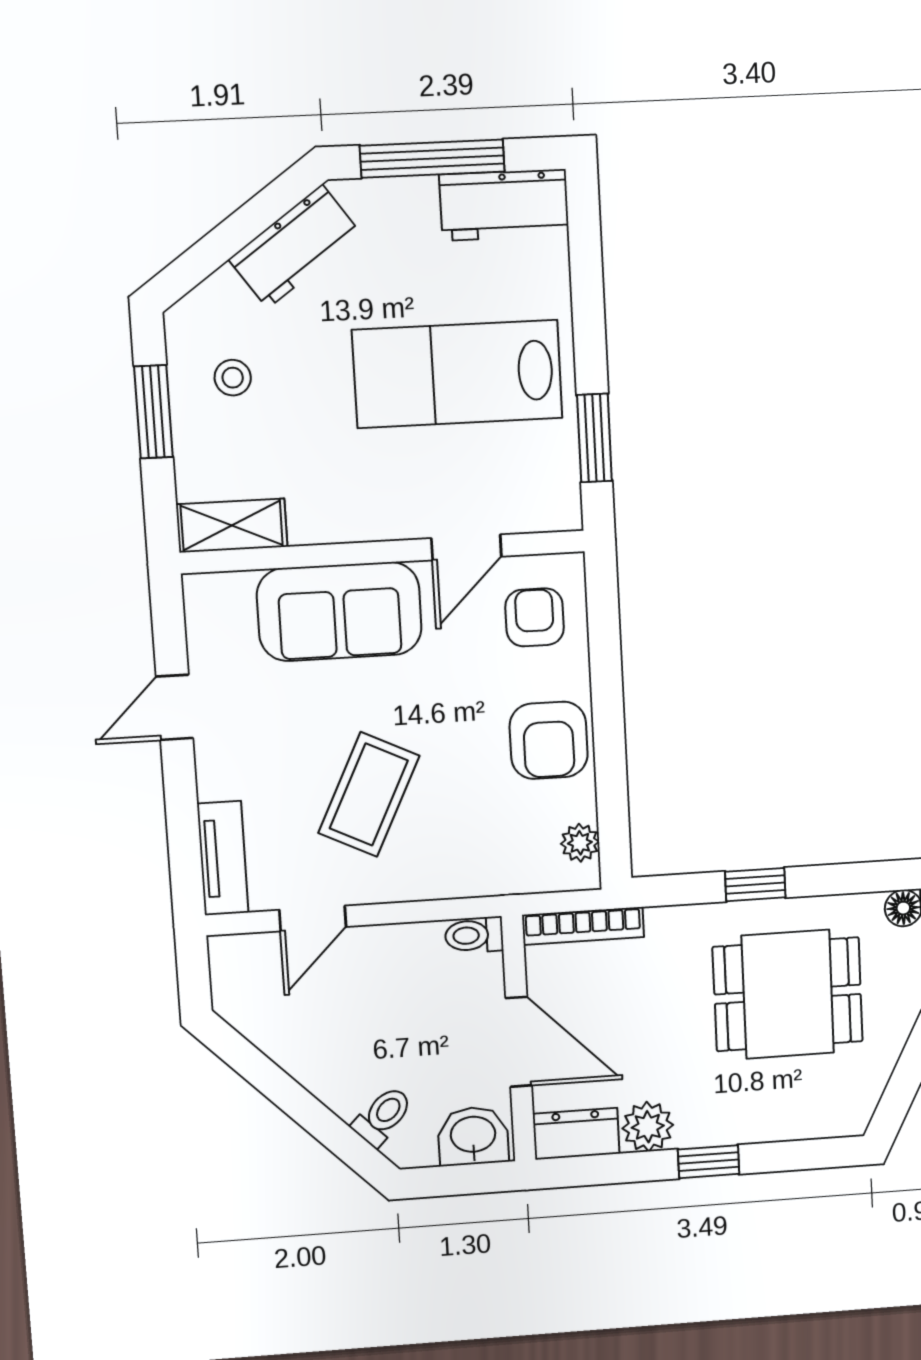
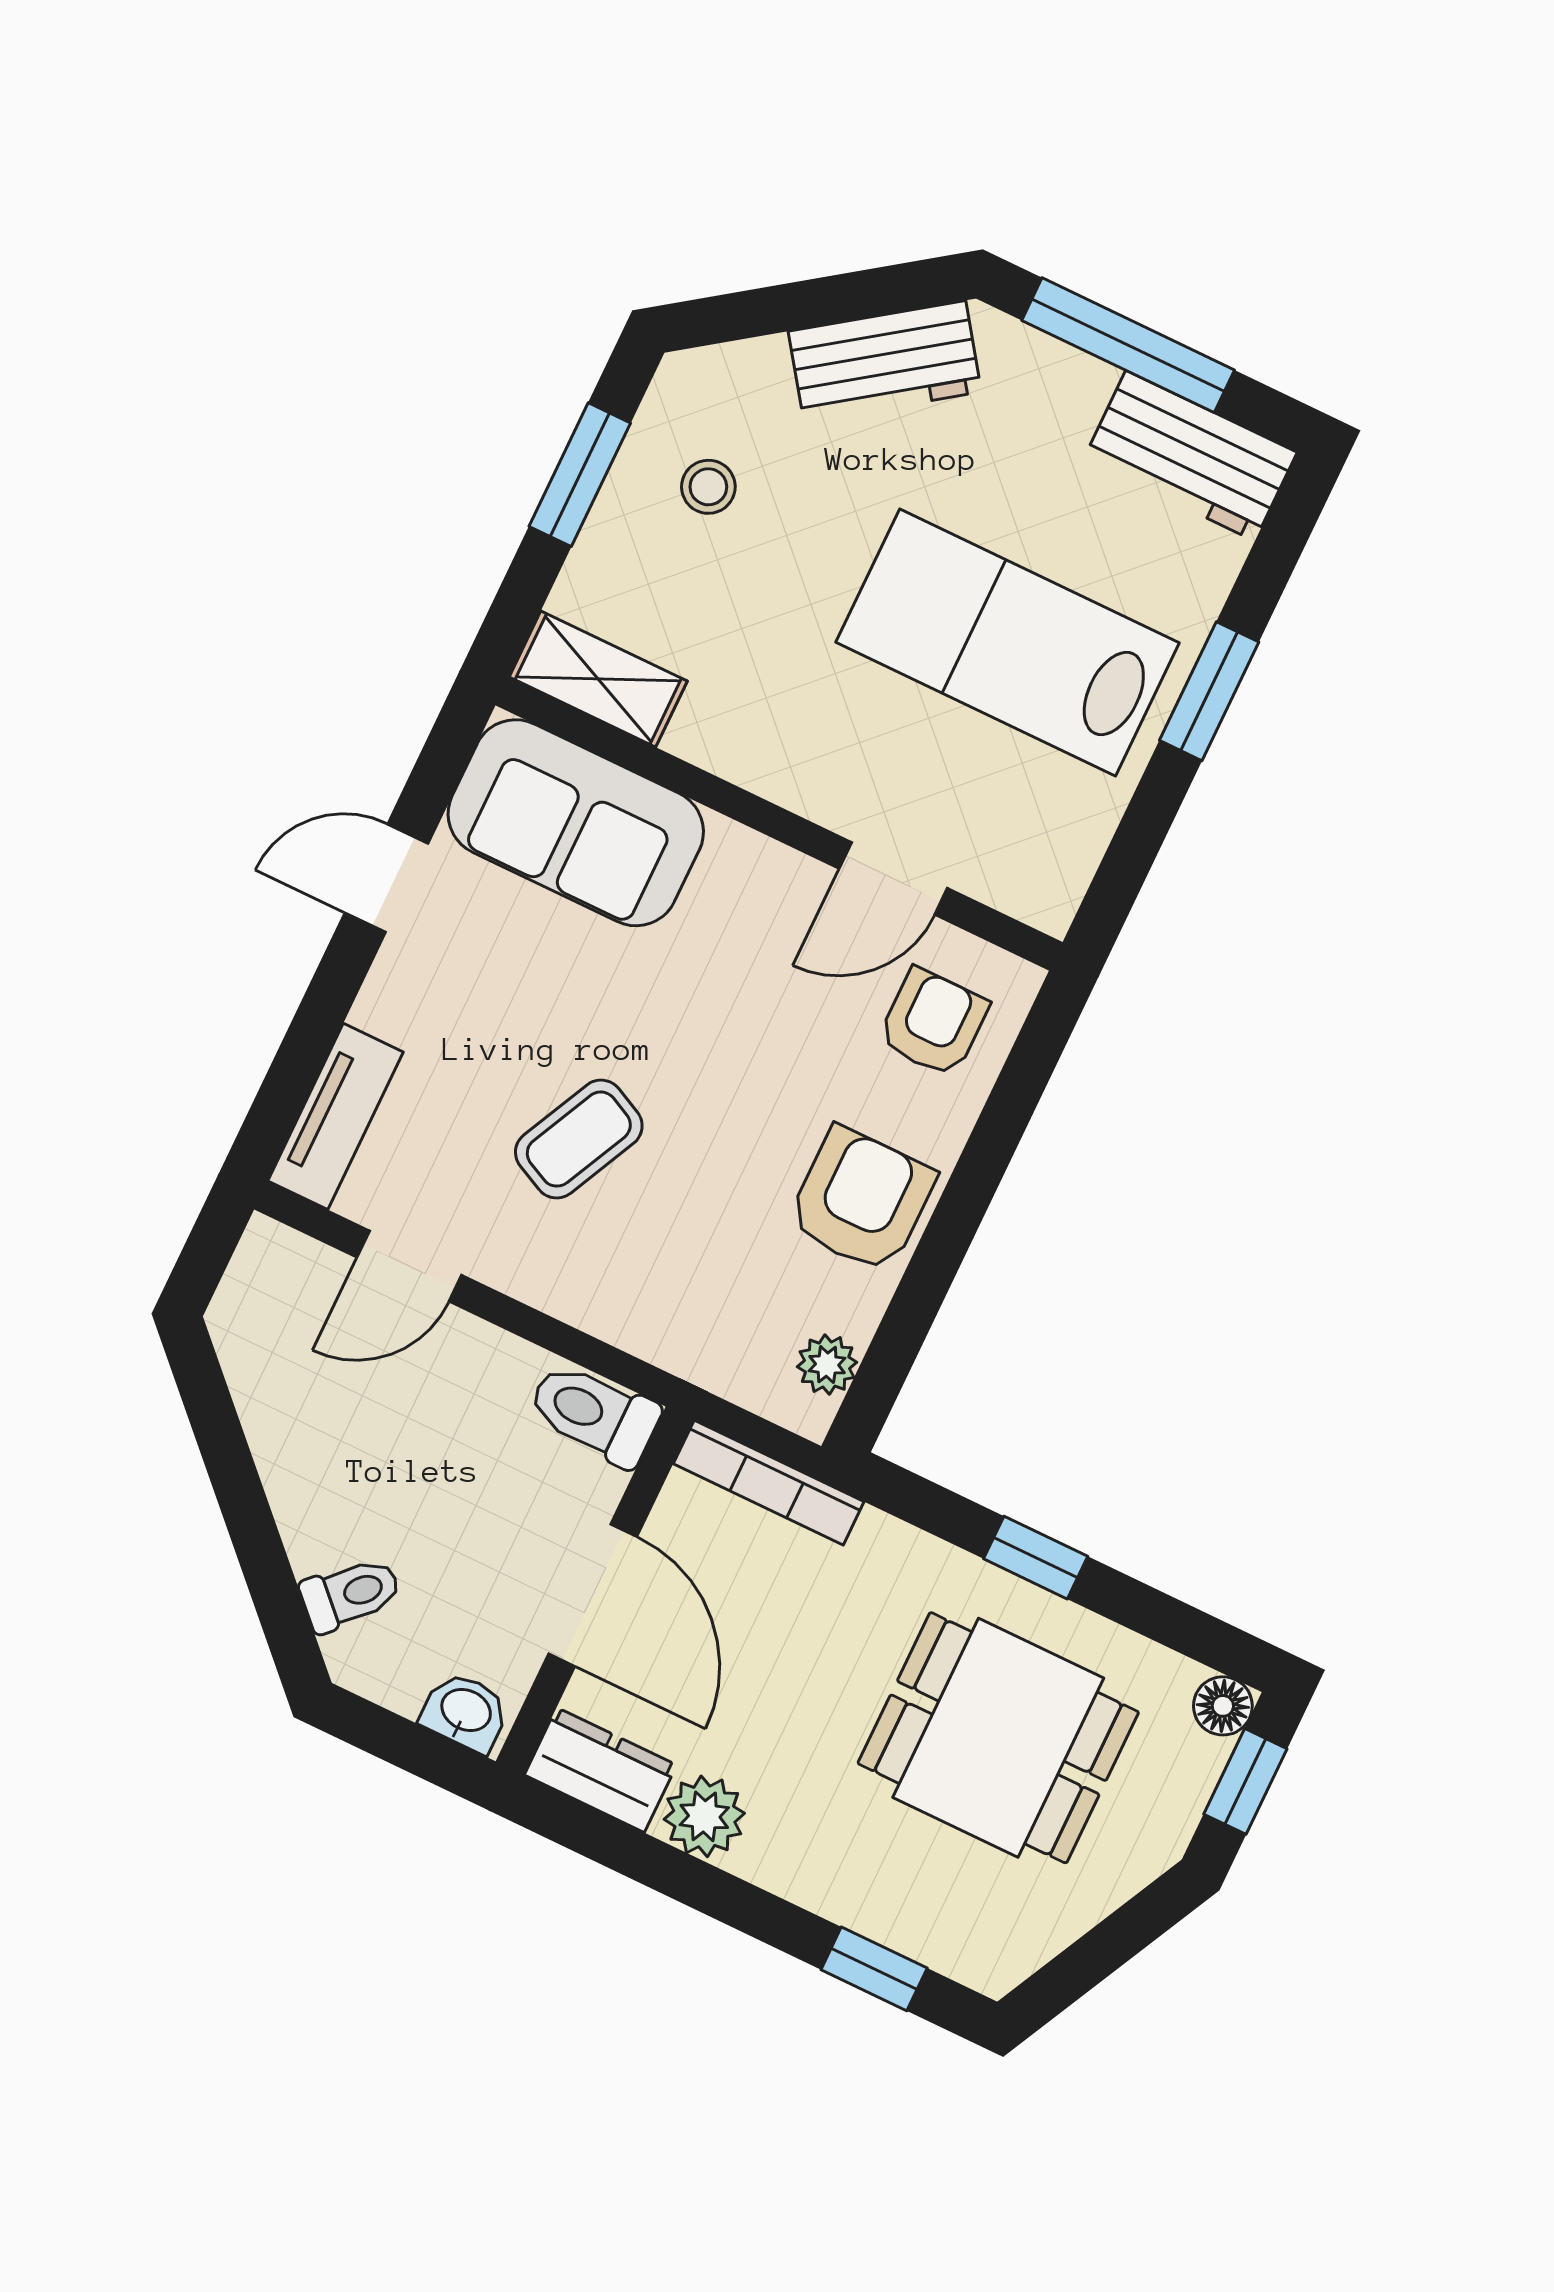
window: (594, 438) -> (1209, 691), moved
sofa: (339, 612) -> (576, 823), moved
armchair: (549, 740) -> (861, 1200), turned 180
coffee table: (369, 794) -> (579, 1139), width x0.73, depth x0.77
toilet: (474, 935) -> (594, 1414), width x1.37, depth x1.39
washbasin: (473, 1136) -> (465, 1712), width x0.72, depth x0.69
window: (709, 1162) -> (874, 1969), moved

